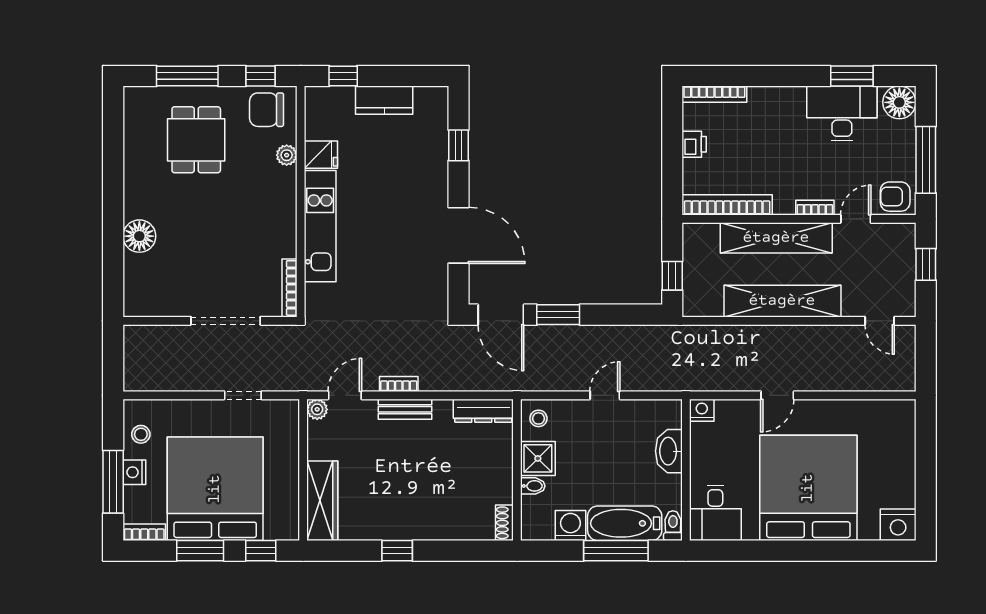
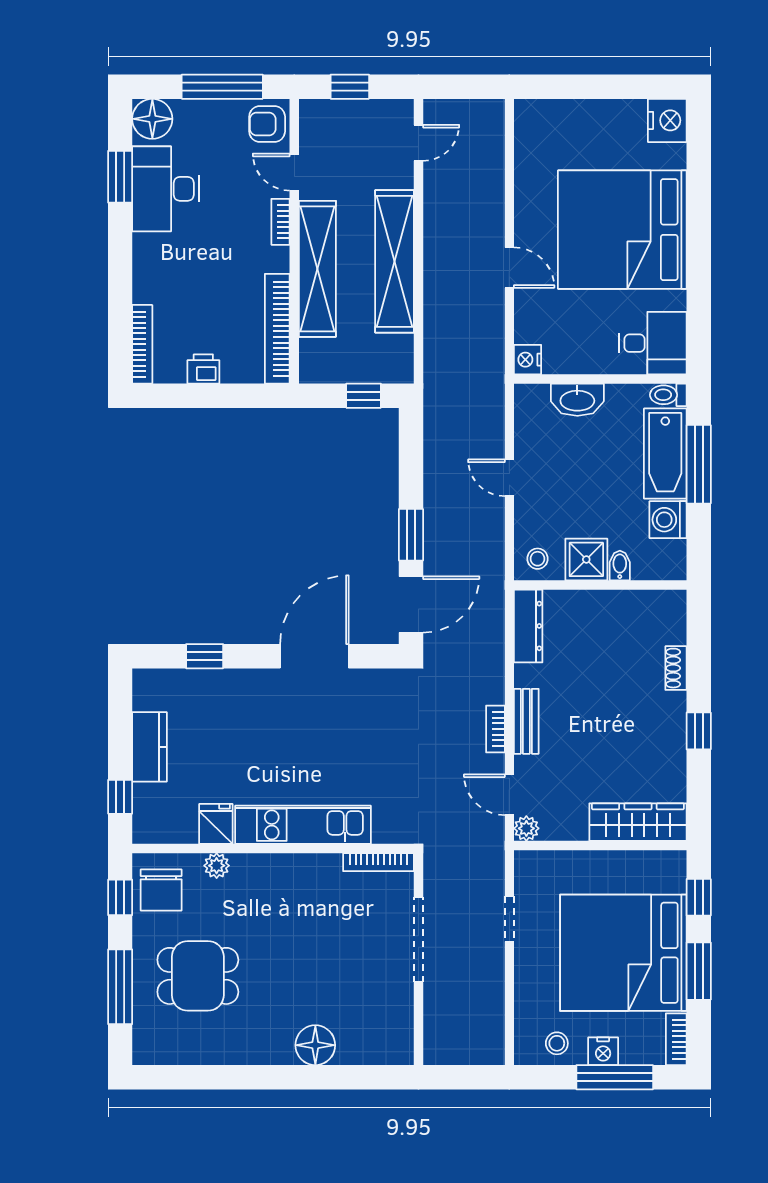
armchair: (895, 197) -> (267, 124), turned 90
shoe rack: (504, 523) -> (676, 668), moved, turned 90

